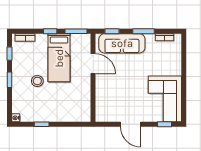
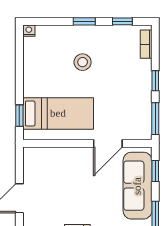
bed: (59, 58) -> (58, 113), moved, turned 180
window: (42, 124) -> (19, 116), moved

